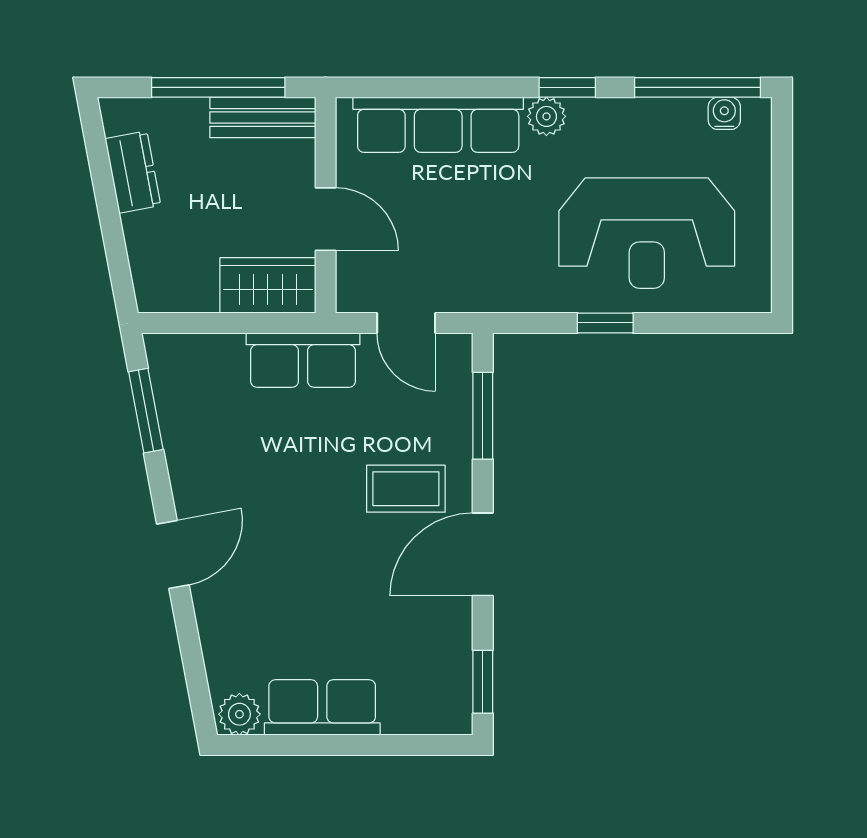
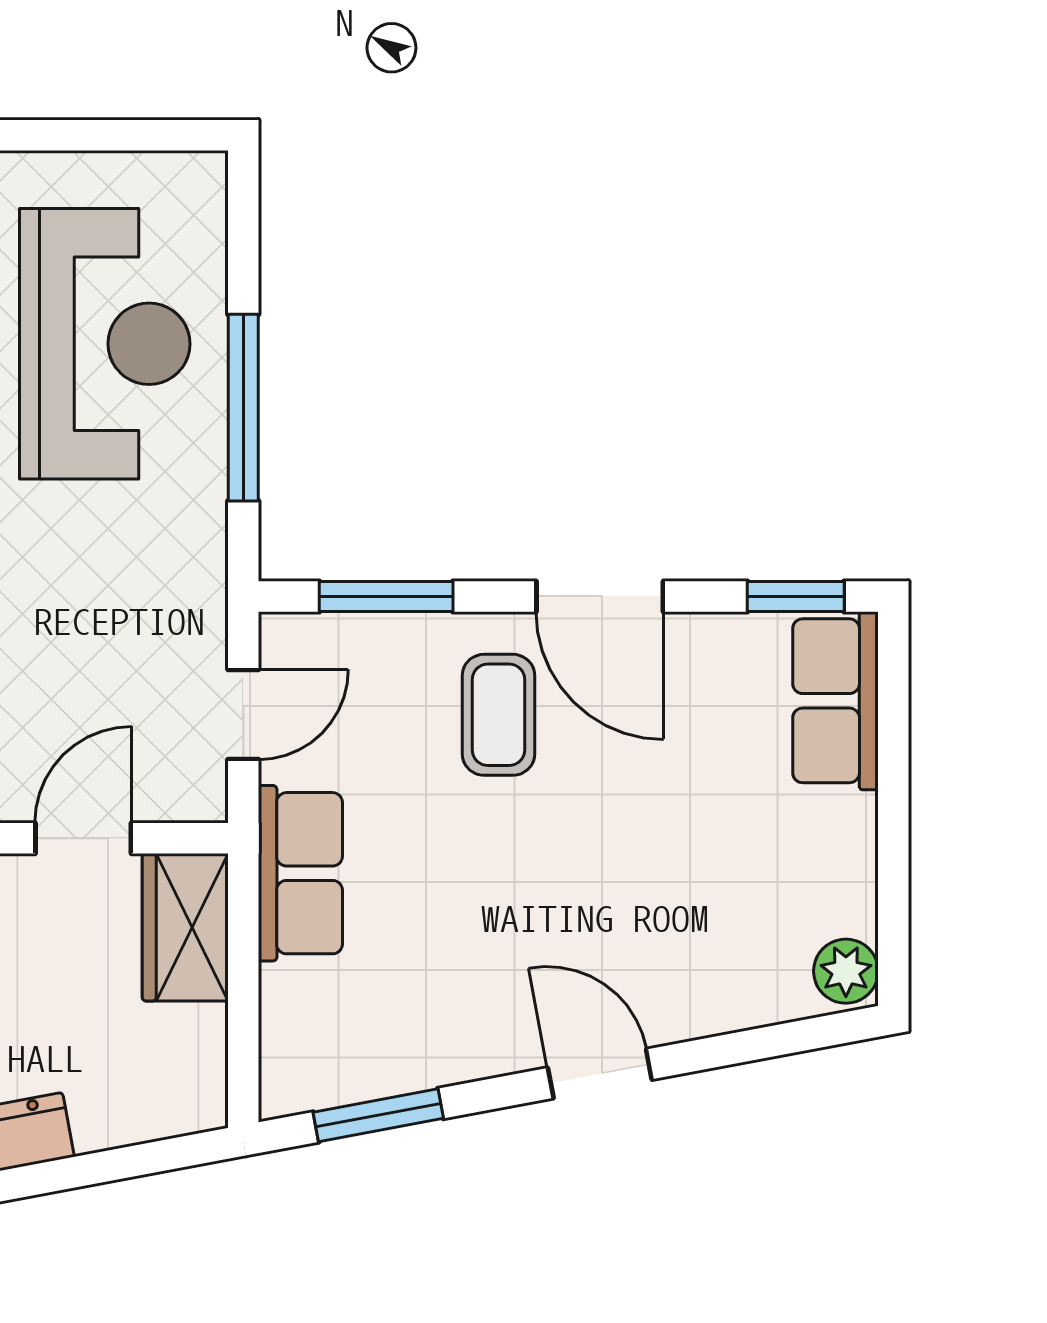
window: (605, 323) -> (243, 408), width x2.17
row of seats: (322, 707) -> (835, 701), moved

